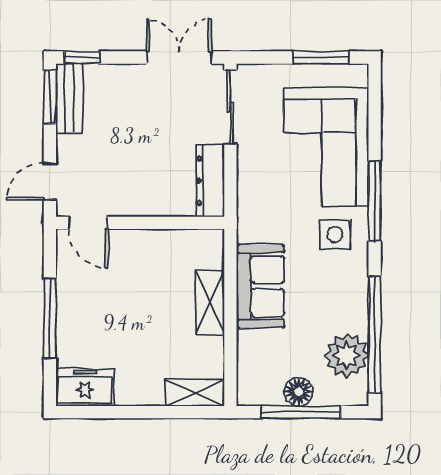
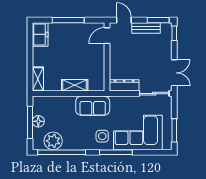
bench: (69, 98) -> (146, 28), moved
sofa: (260, 286) -> (93, 106), moved

